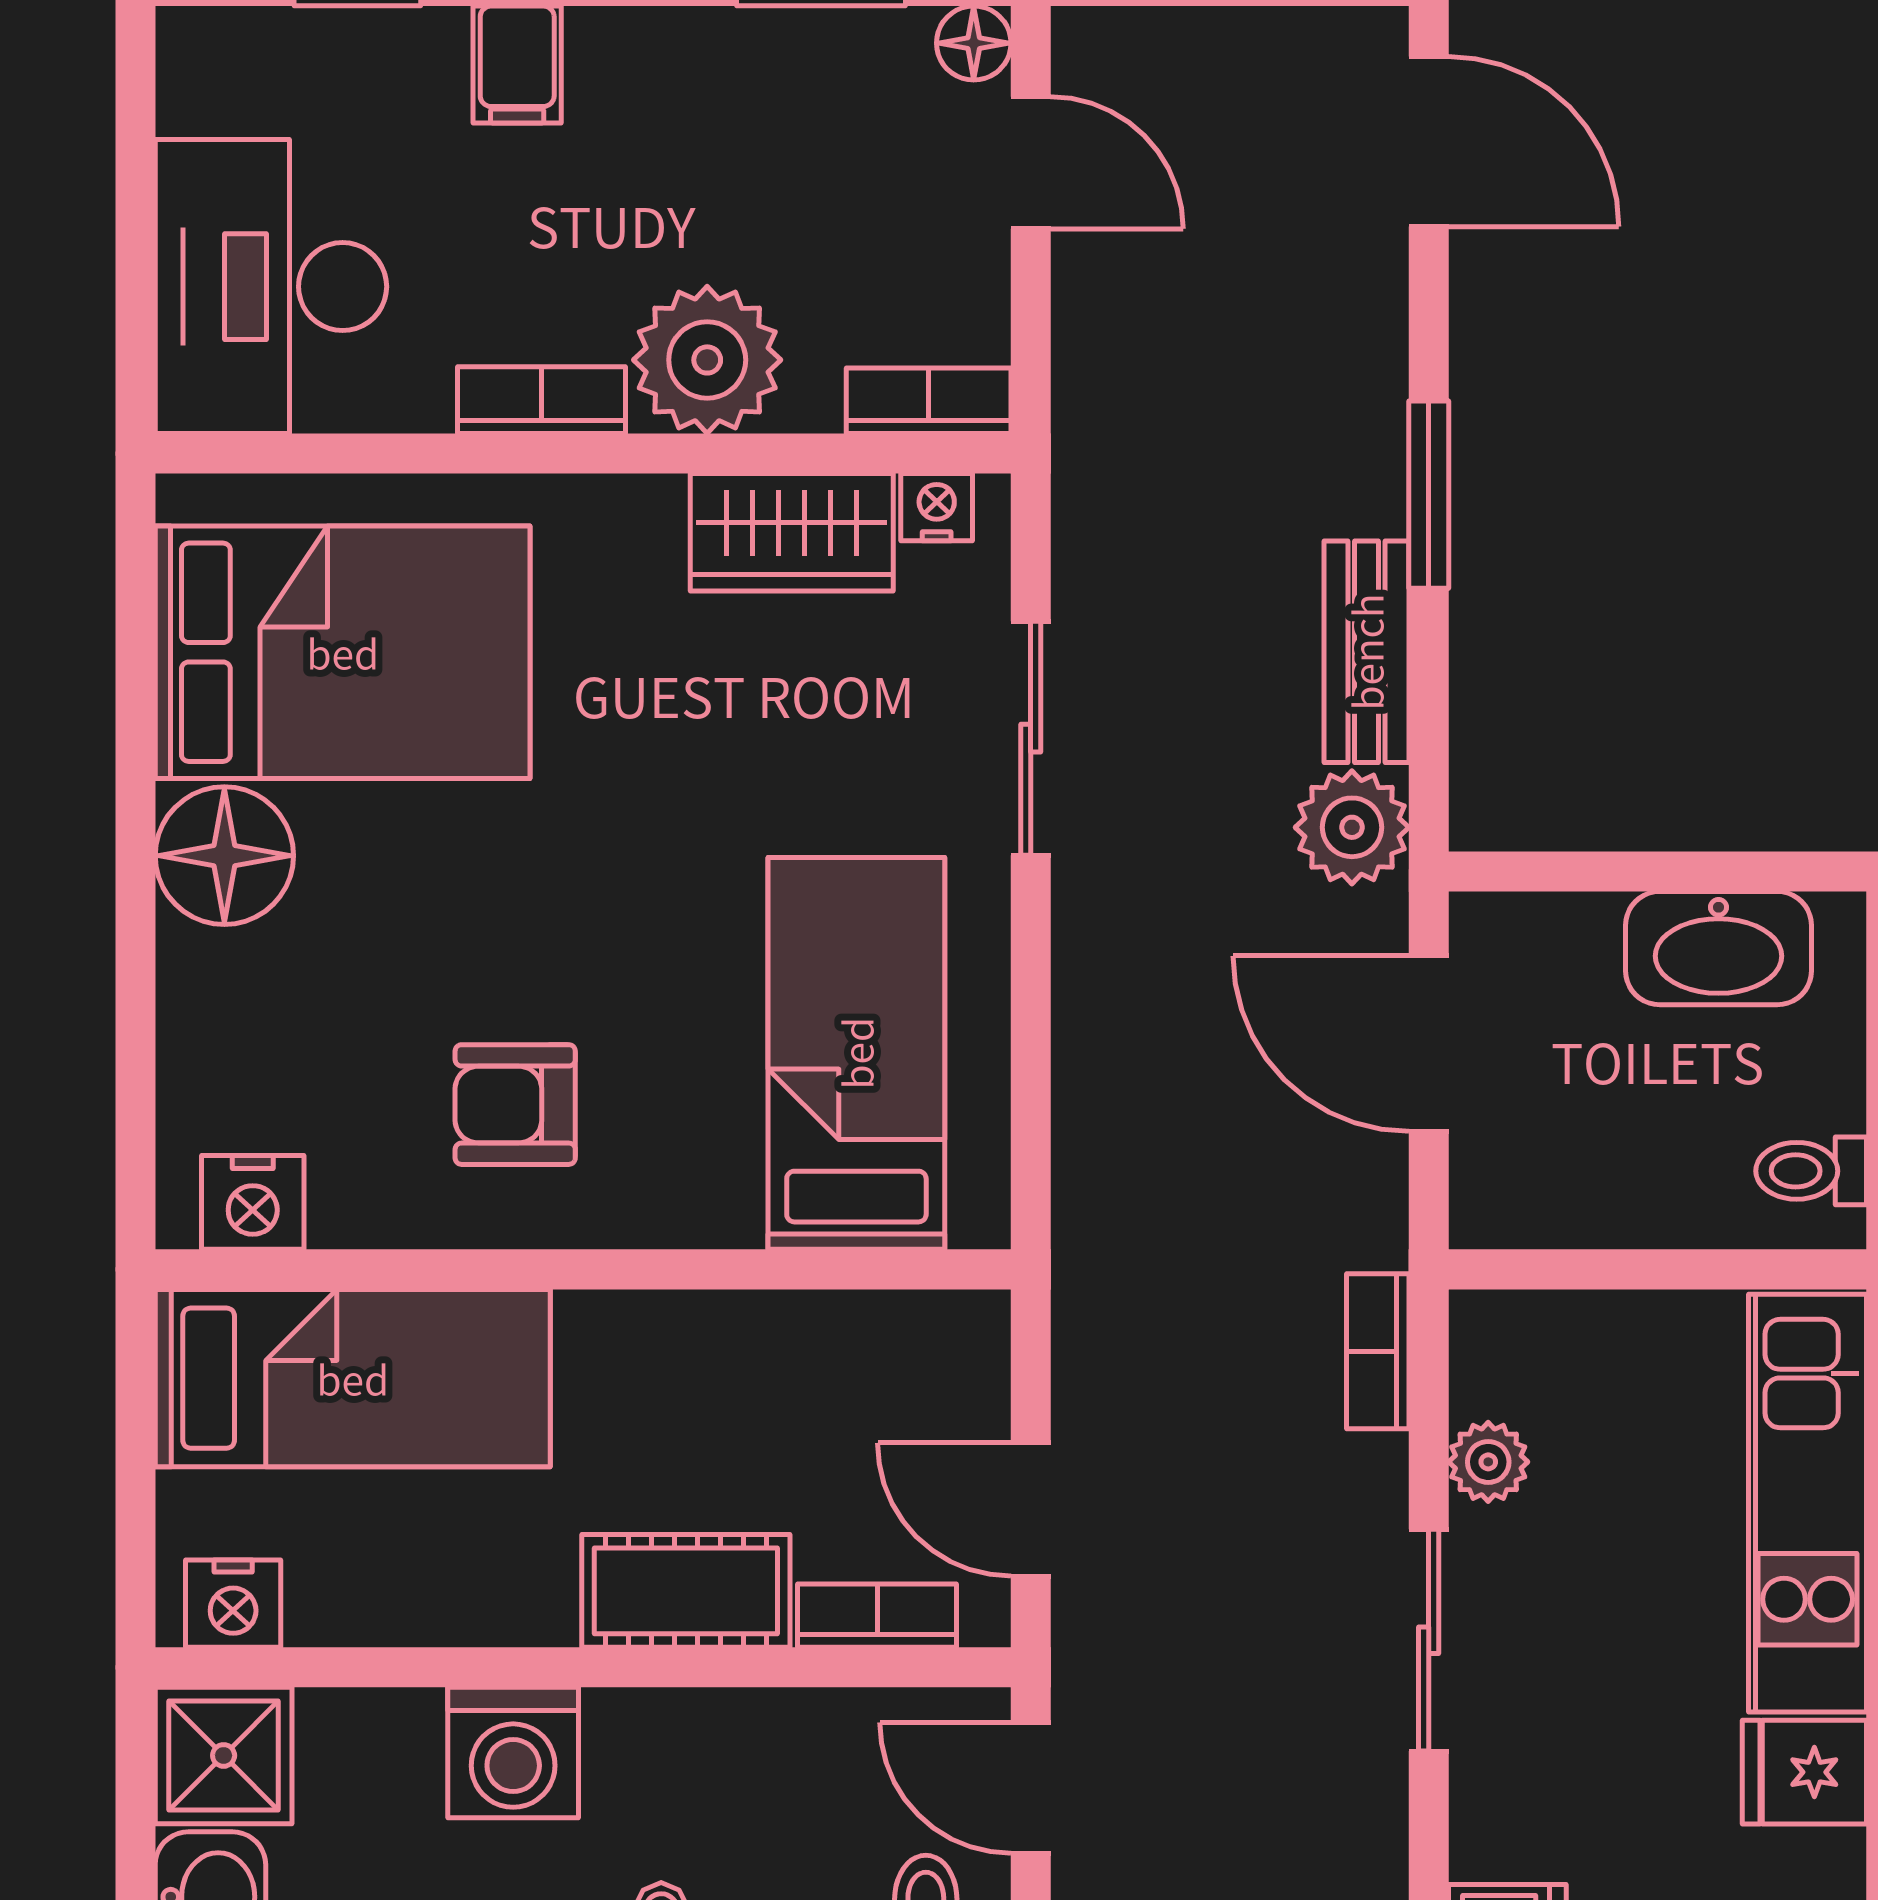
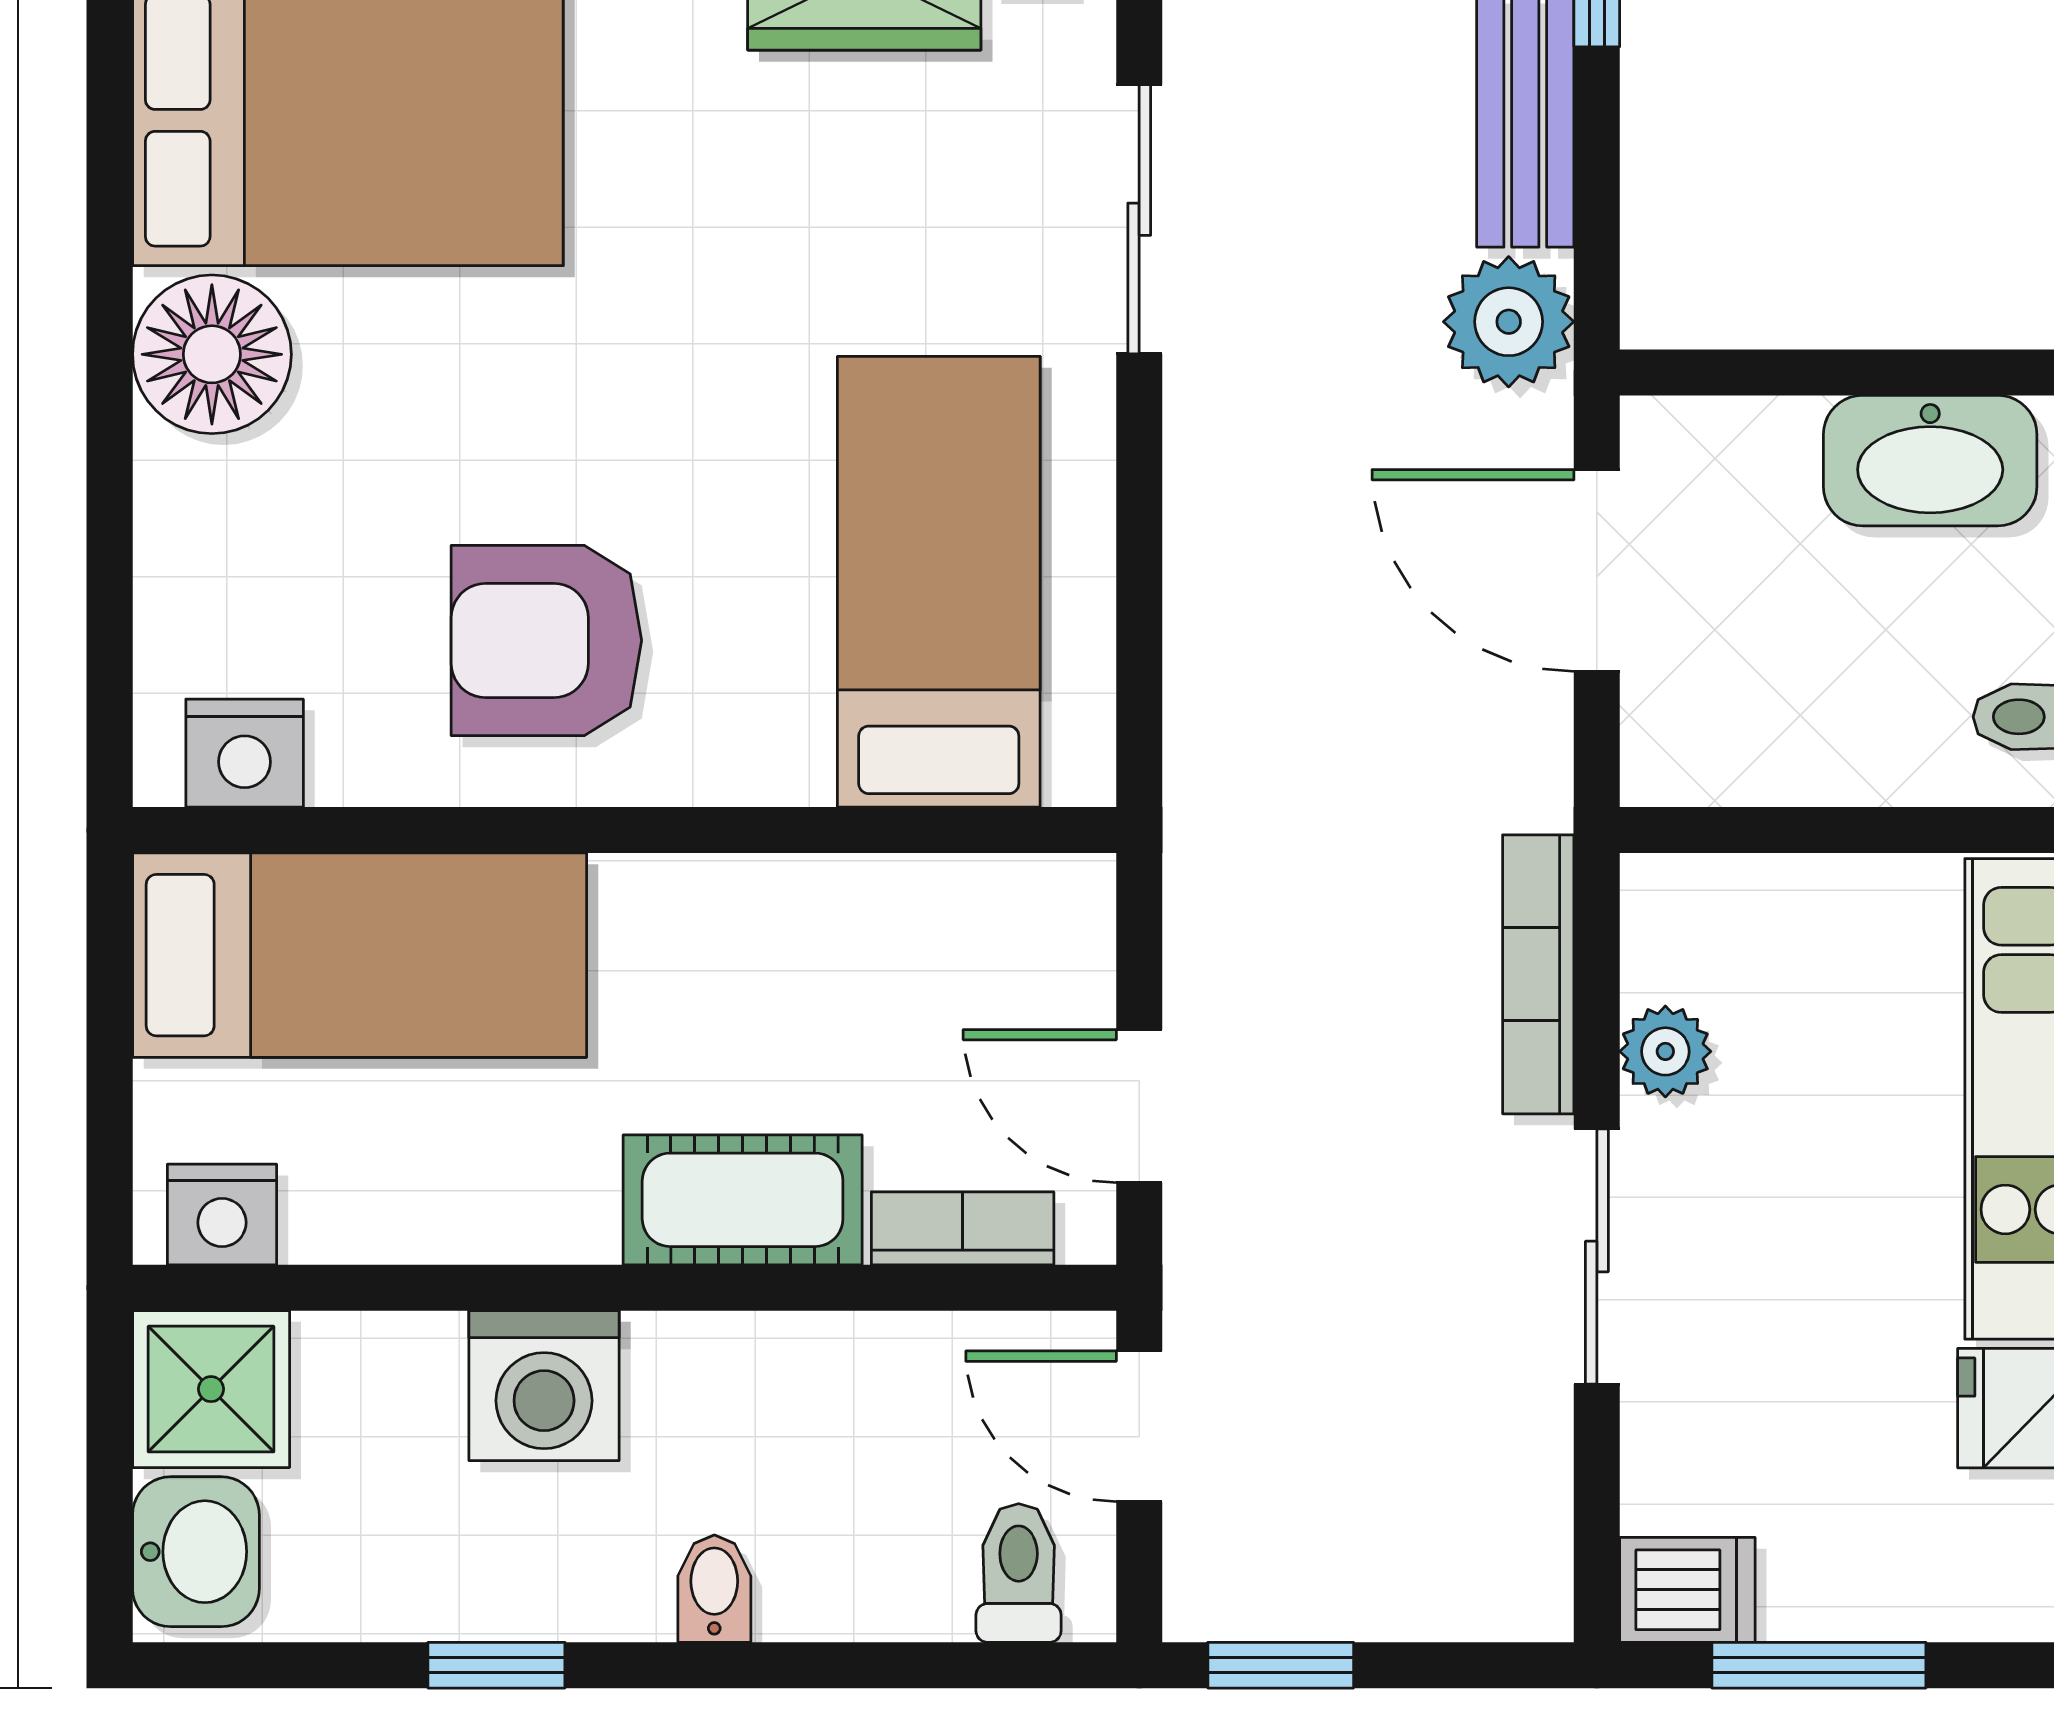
armchair: (515, 1105) -> (546, 640), width x1.38, depth x1.38
bookcase: (1378, 1351) -> (1538, 974), width x1.56

